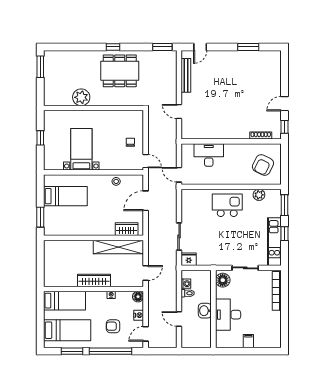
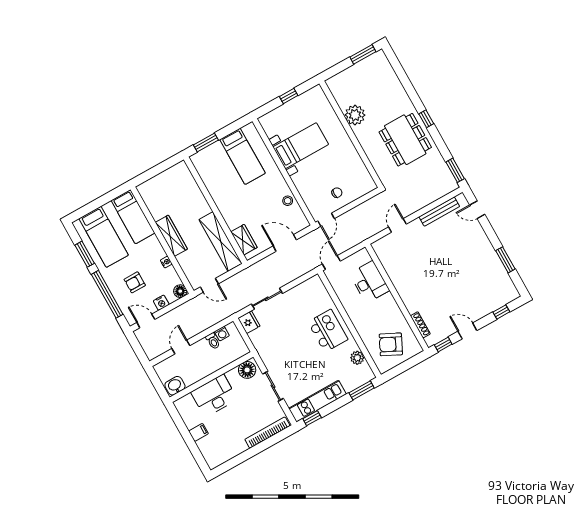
window: (284, 71) -> (501, 312), added
window: (284, 234) -> (312, 418), moved
washbasin: (205, 311) -> (175, 386), moved
armchair: (113, 326) -> (135, 282), turned -90

